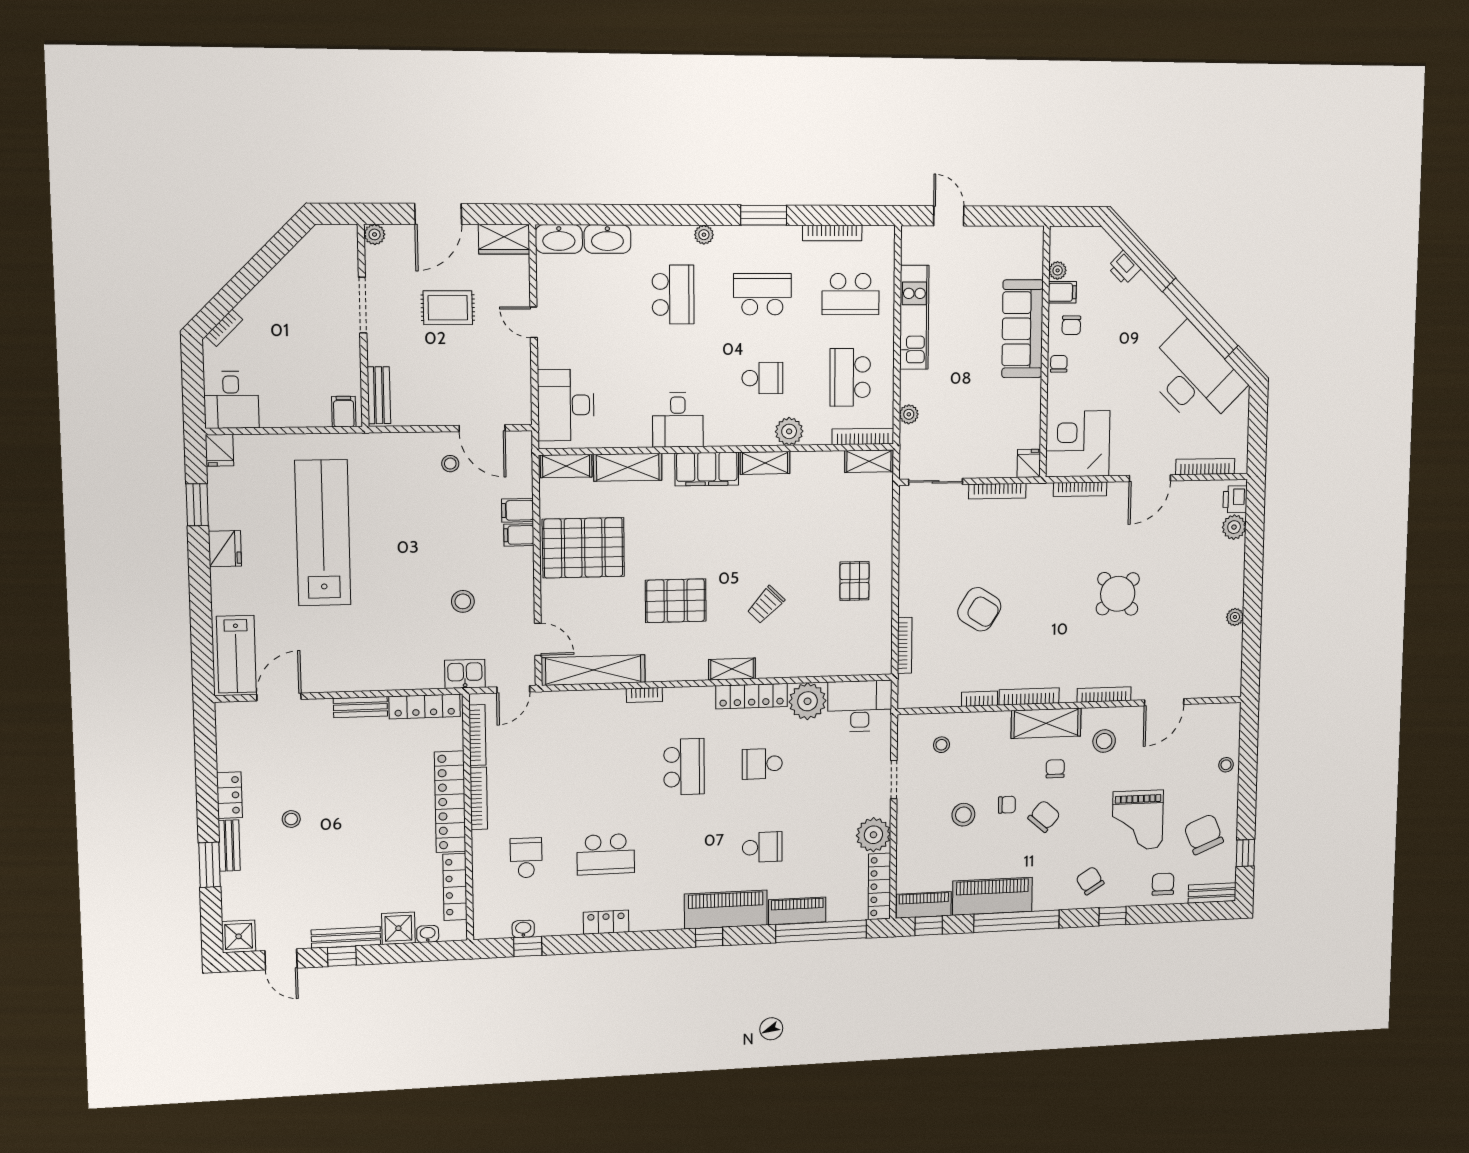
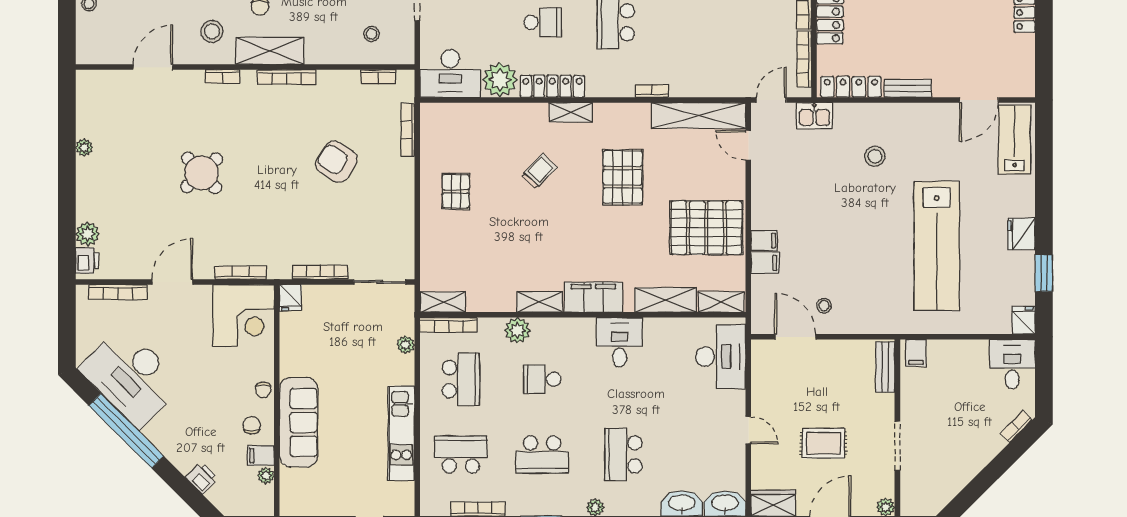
stool: (463, 601) -> (875, 156), moved
pallet: (676, 601) -> (623, 177), turned 90
bookcase: (1104, 695) -> (223, 76), width x0.64
bookcase: (980, 699) -> (378, 77), moved

